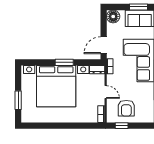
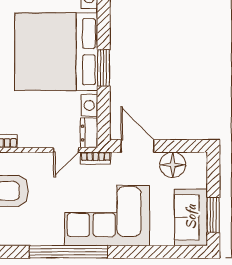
floor lamp: (113, 16) -> (173, 165), moved
door: (106, 92) -> (66, 150), moved

